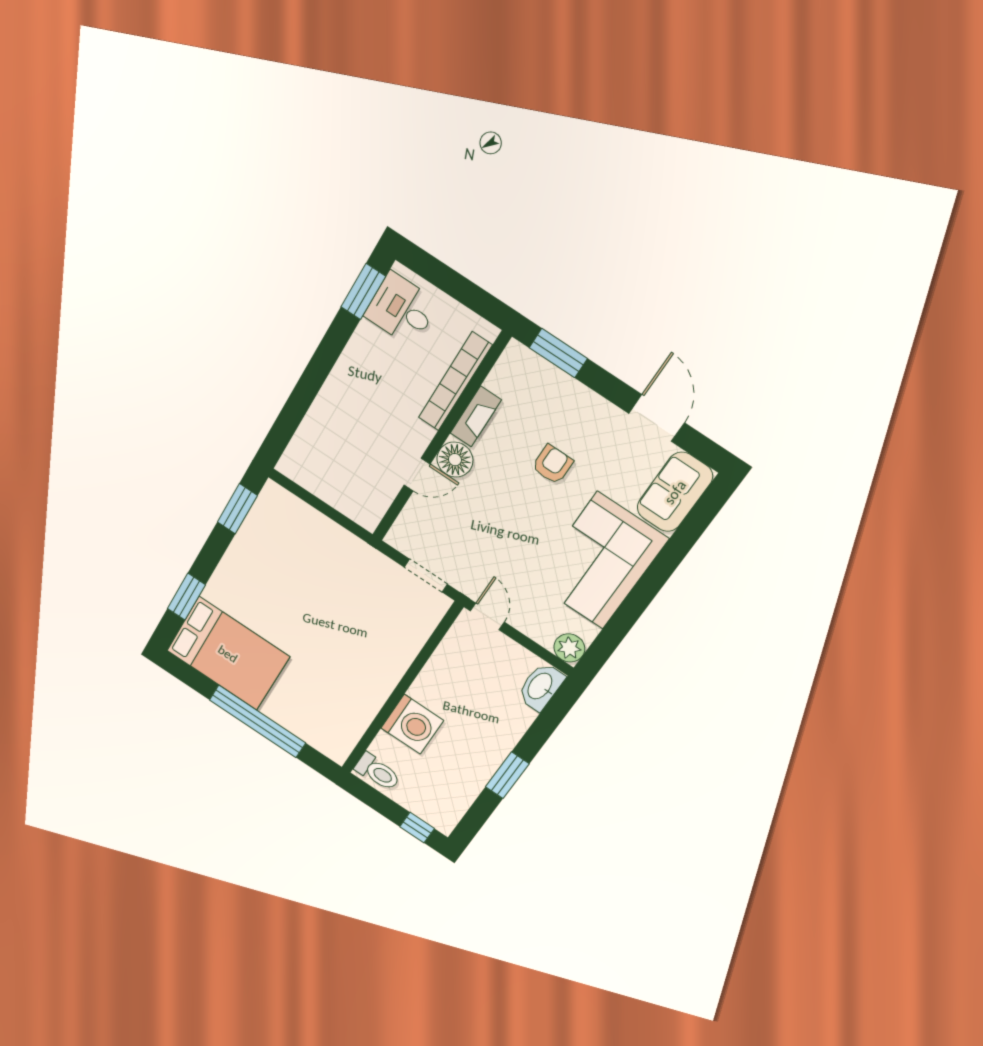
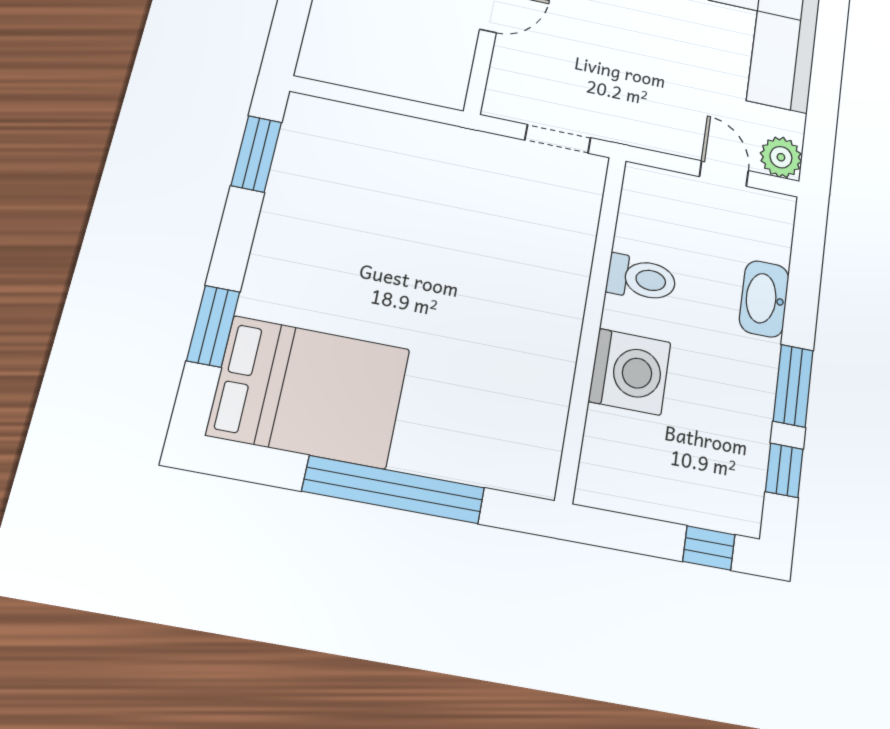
door: (487, 617) -> (724, 174), moved
washbasin: (541, 687) -> (764, 299), moved
toilet: (378, 772) -> (641, 279), moved
window: (479, 813) -> (784, 470), added

